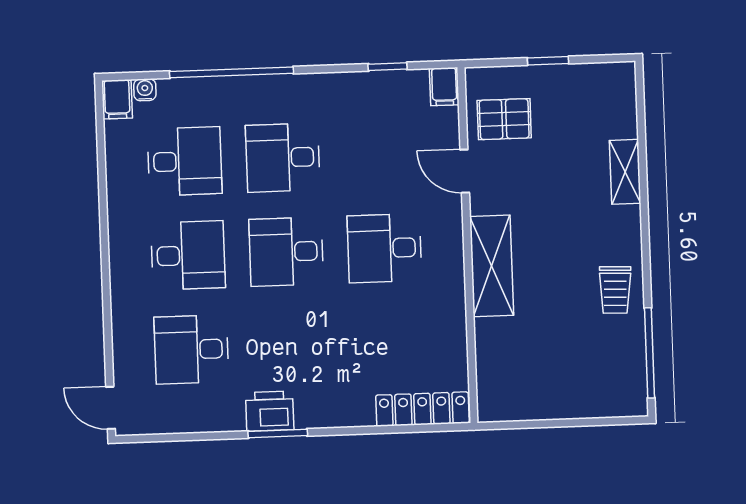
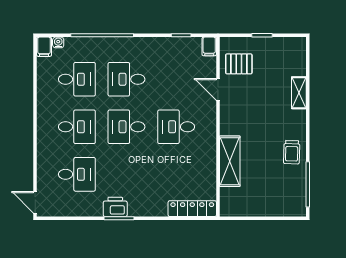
shelving: (492, 266) -> (230, 161), moved
desk: (191, 350) -> (77, 174), turned 180

